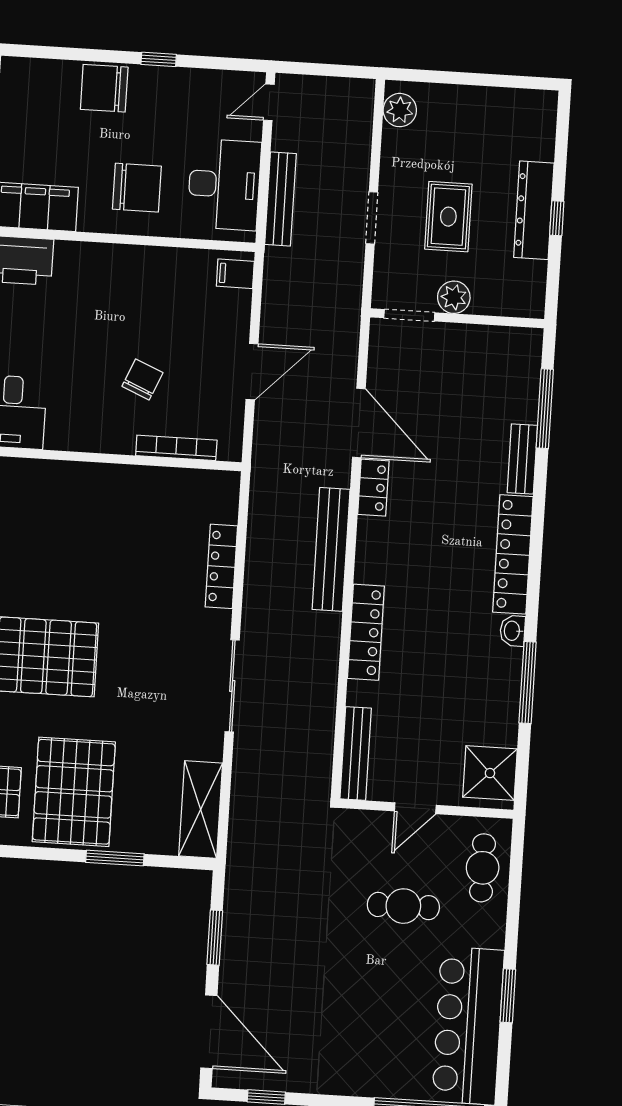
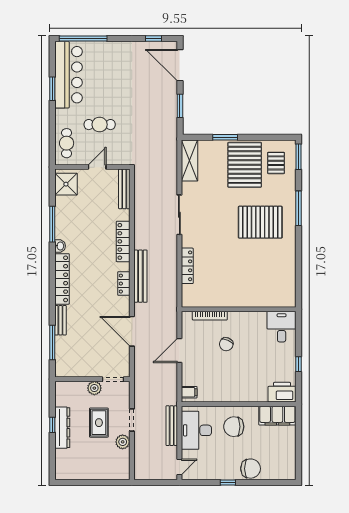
plant: (400, 110) -> (123, 442), moved
locker: (373, 488) -> (124, 284), moved

